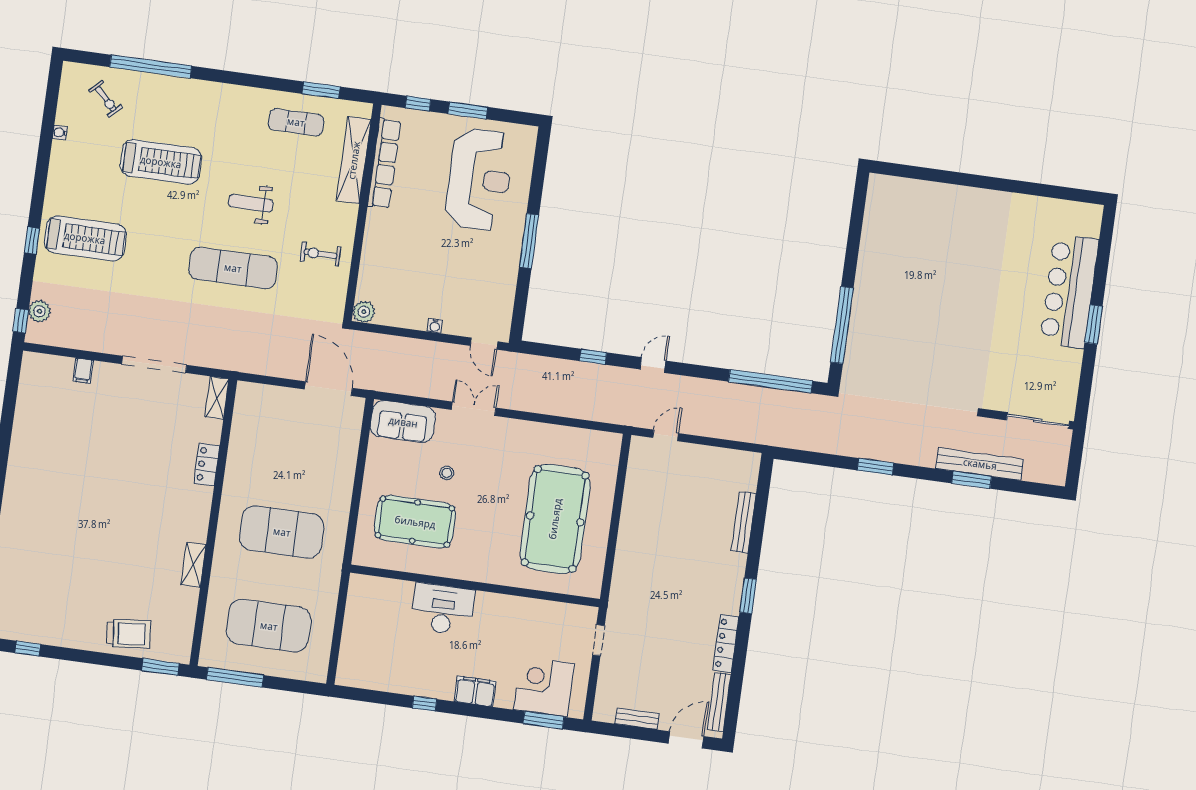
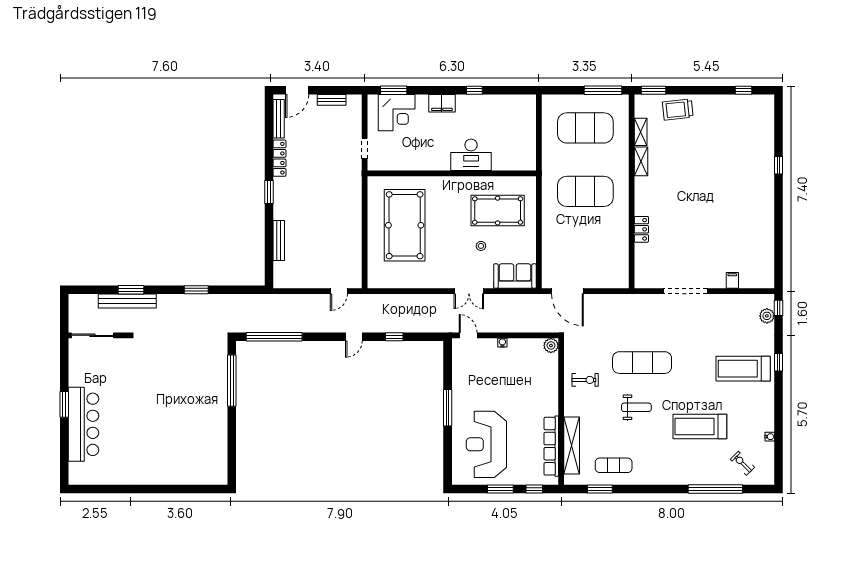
shelving: (217, 398) -> (641, 132), moved

